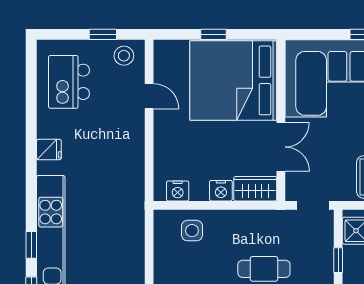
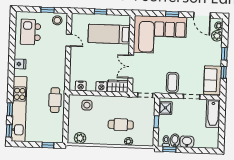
bed: (233, 80) -> (109, 34), width x0.49
double door: (281, 147) -> (131, 67), swing flipped
cafe table: (125, 222) -> (55, 100), added

